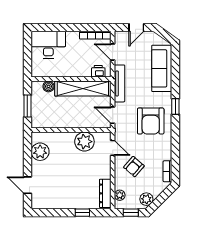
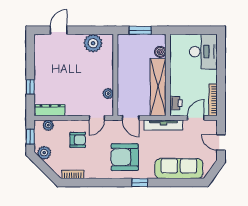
door: (113, 115) -> (131, 118), swing flipped
plant: (84, 142) -> (108, 94), width x0.53, depth x0.53
armchair: (134, 167) -> (78, 140), turned 139

